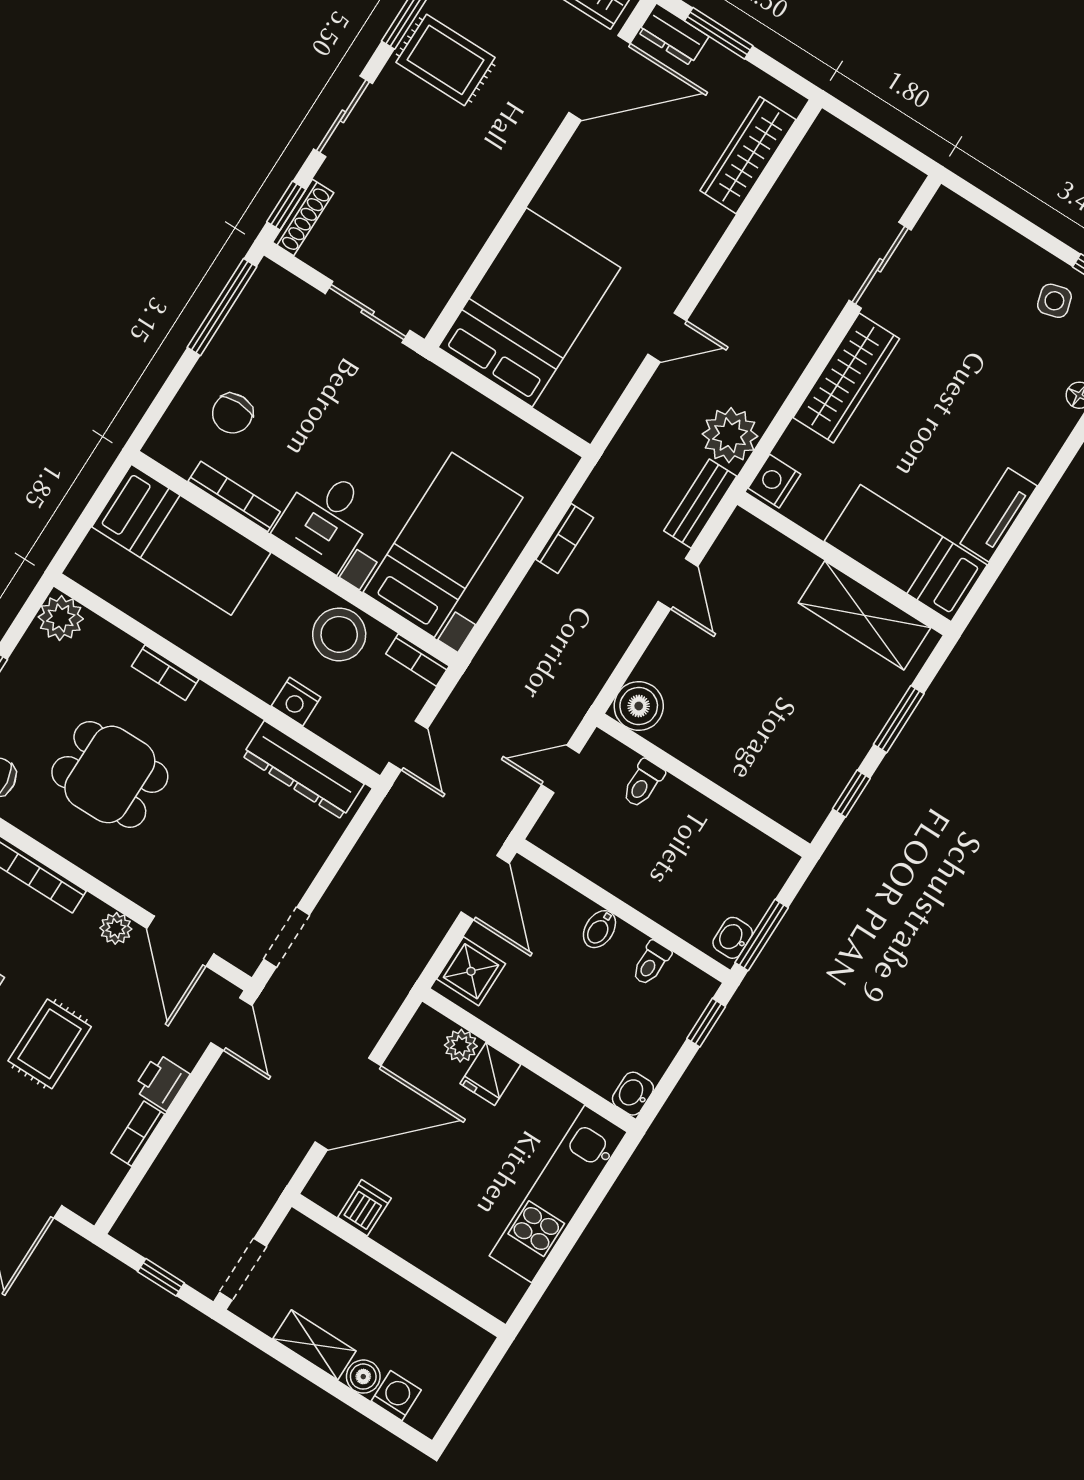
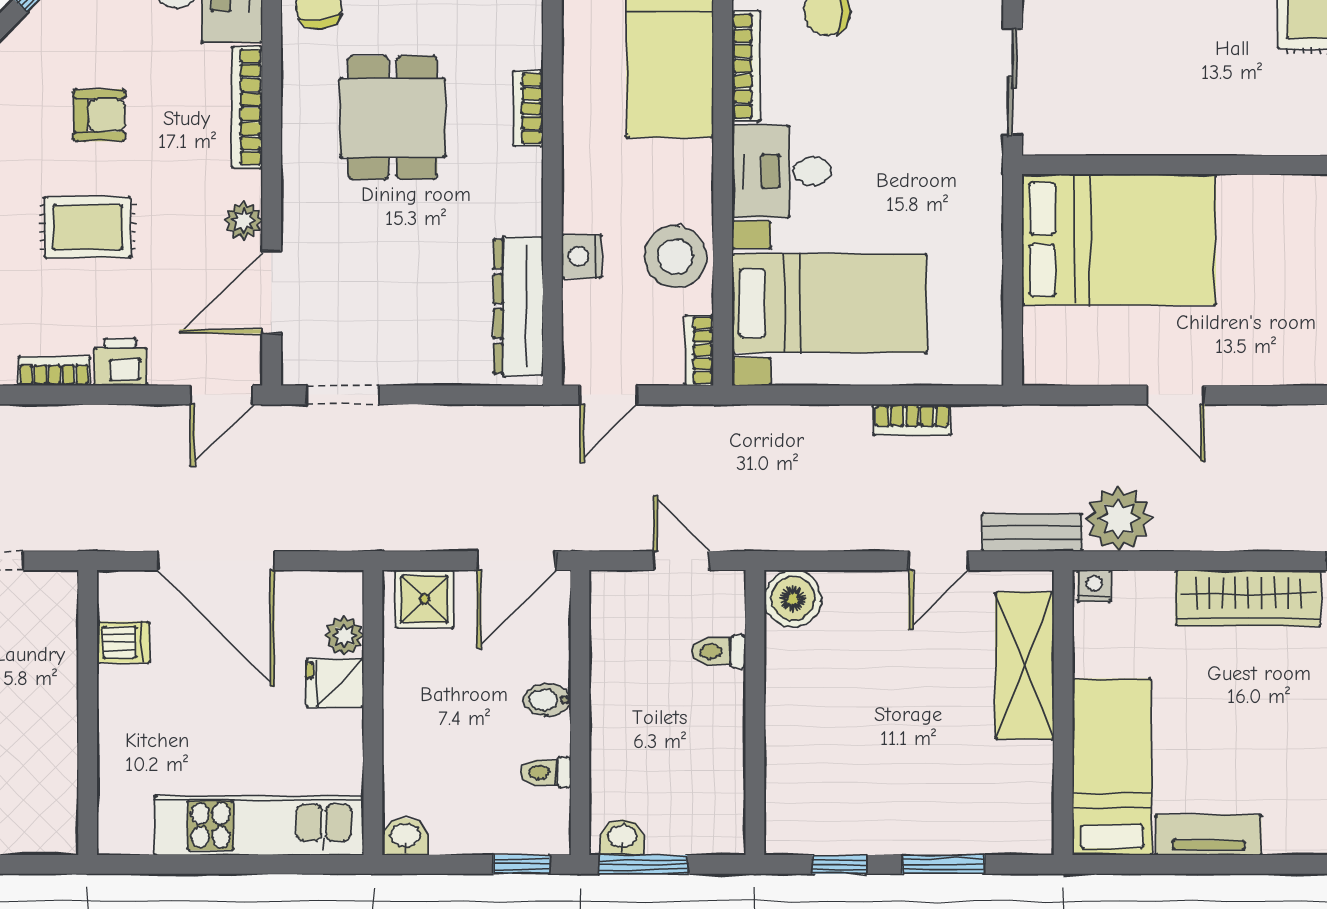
nightstand: (774, 481) -> (1094, 586), width x0.72, depth x0.74
shelving: (864, 615) -> (1025, 665), moved

